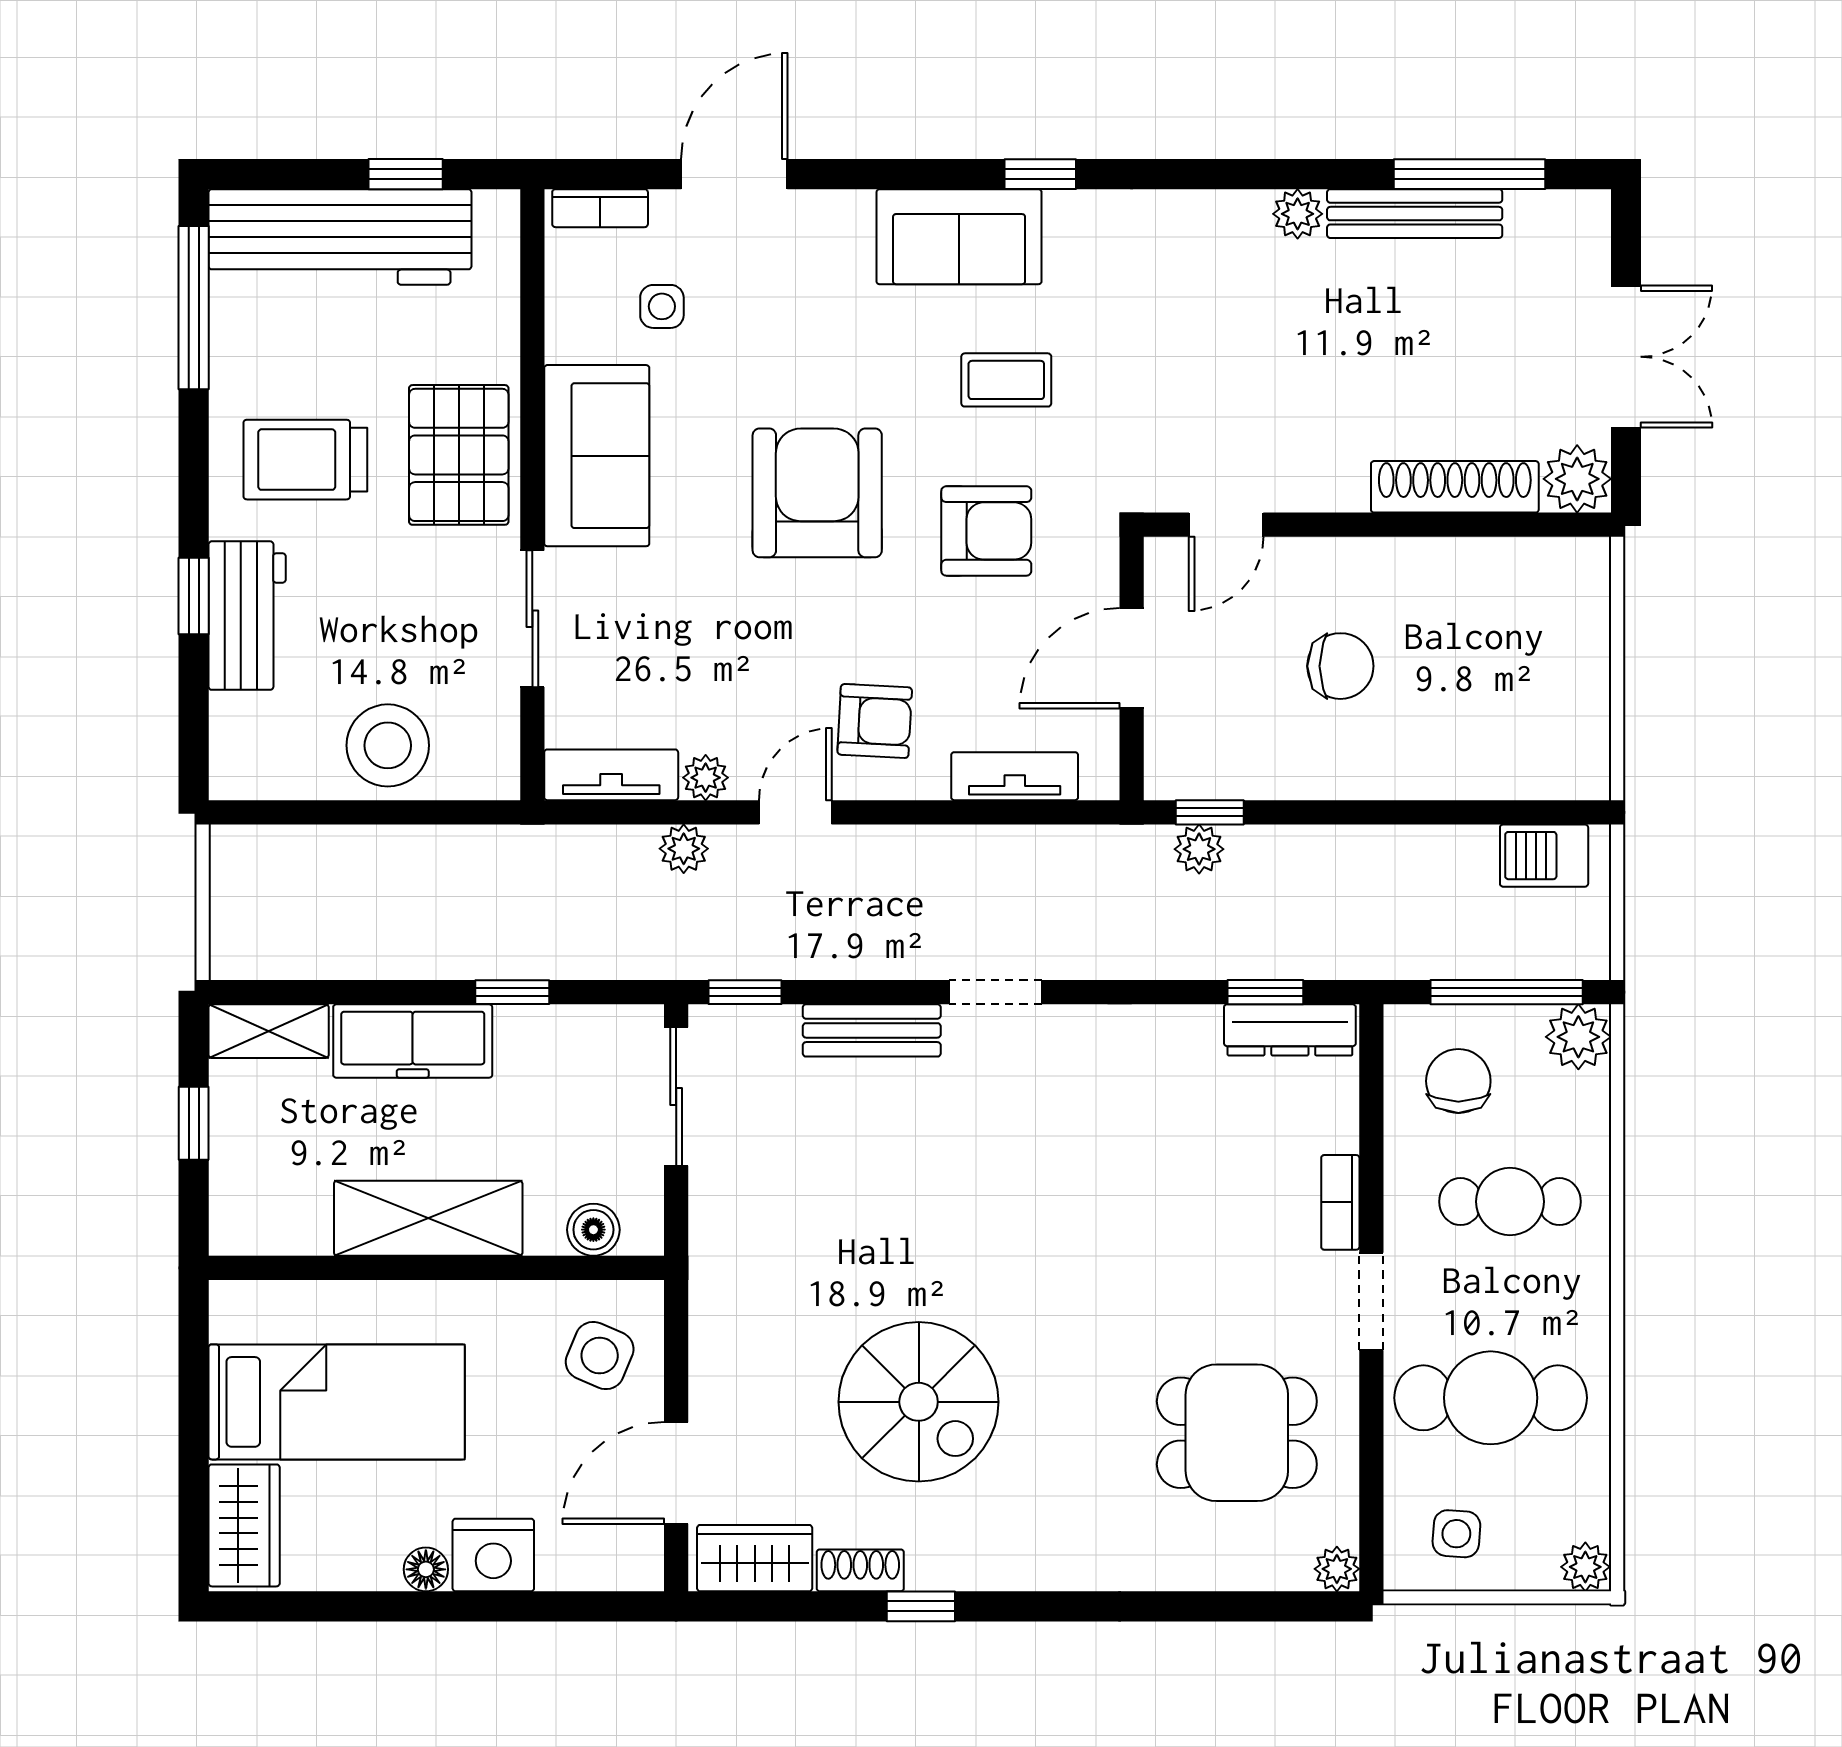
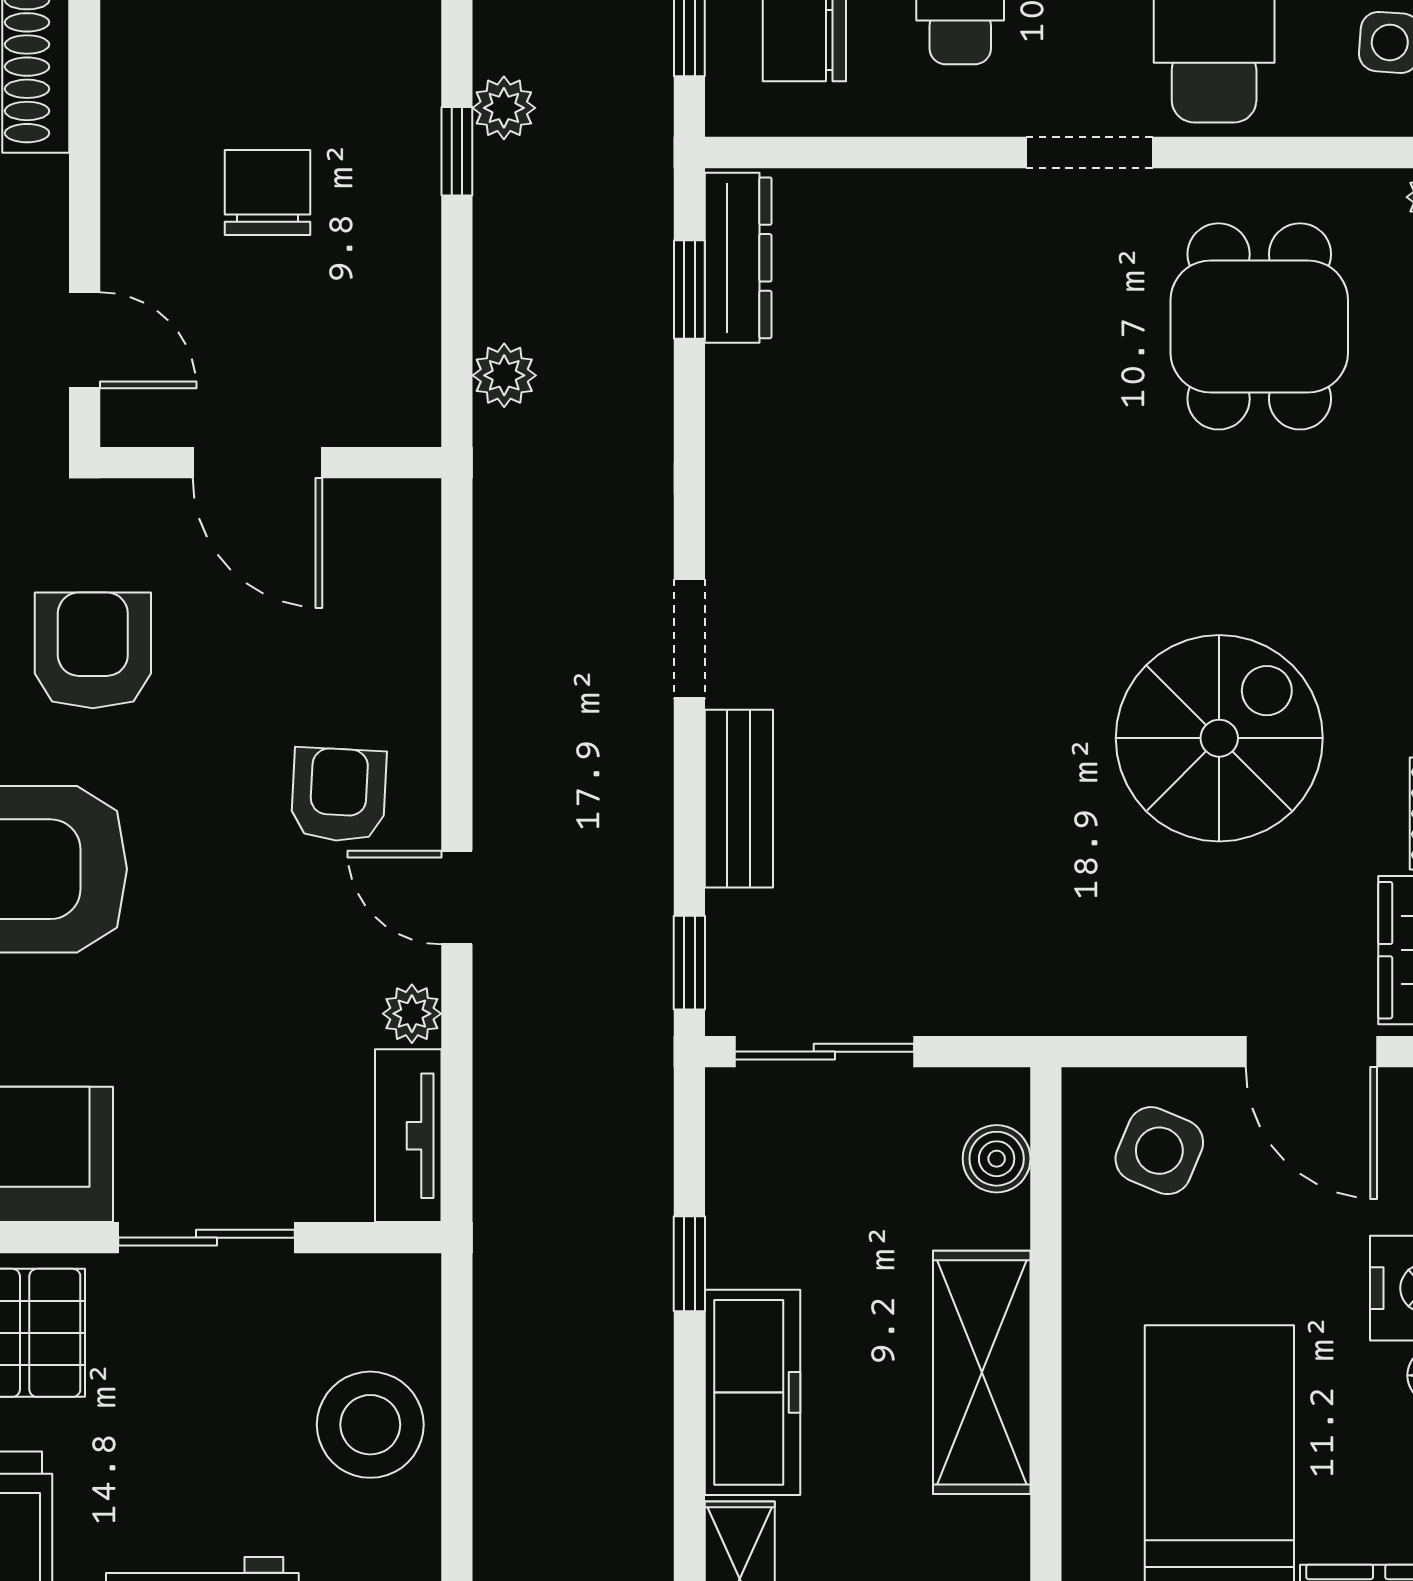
tv unit: (1015, 776) -> (410, 614), removed
window: (1210, 812) -> (457, 151), moved
plant: (684, 849) -> (504, 108), moved
bookcase: (1340, 1202) -> (961, 193), removed

